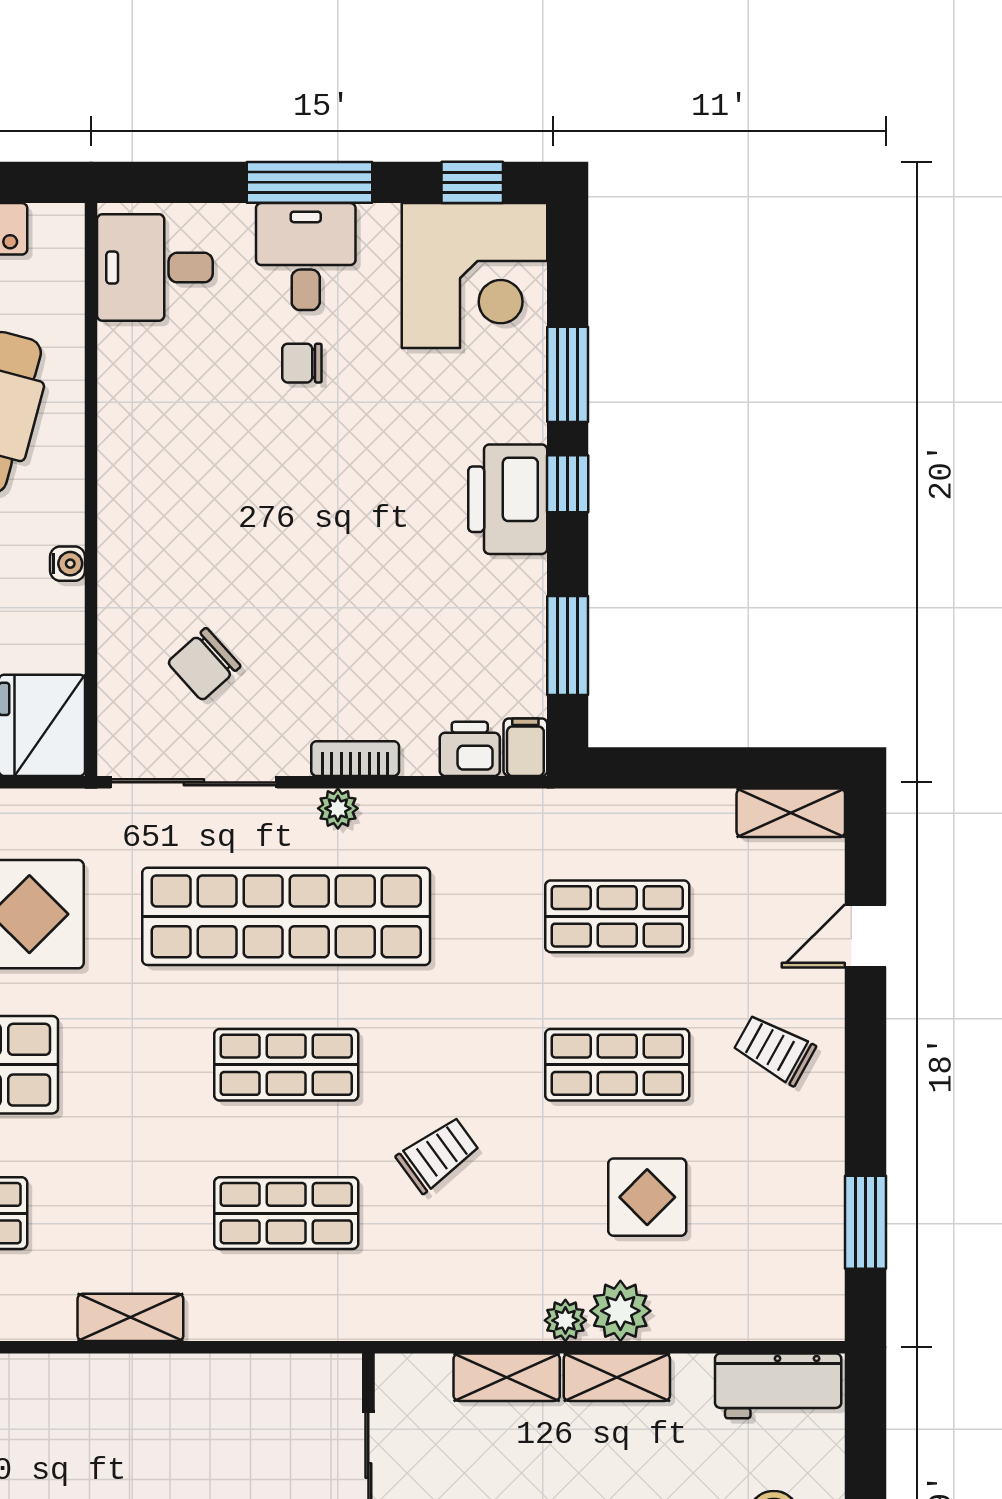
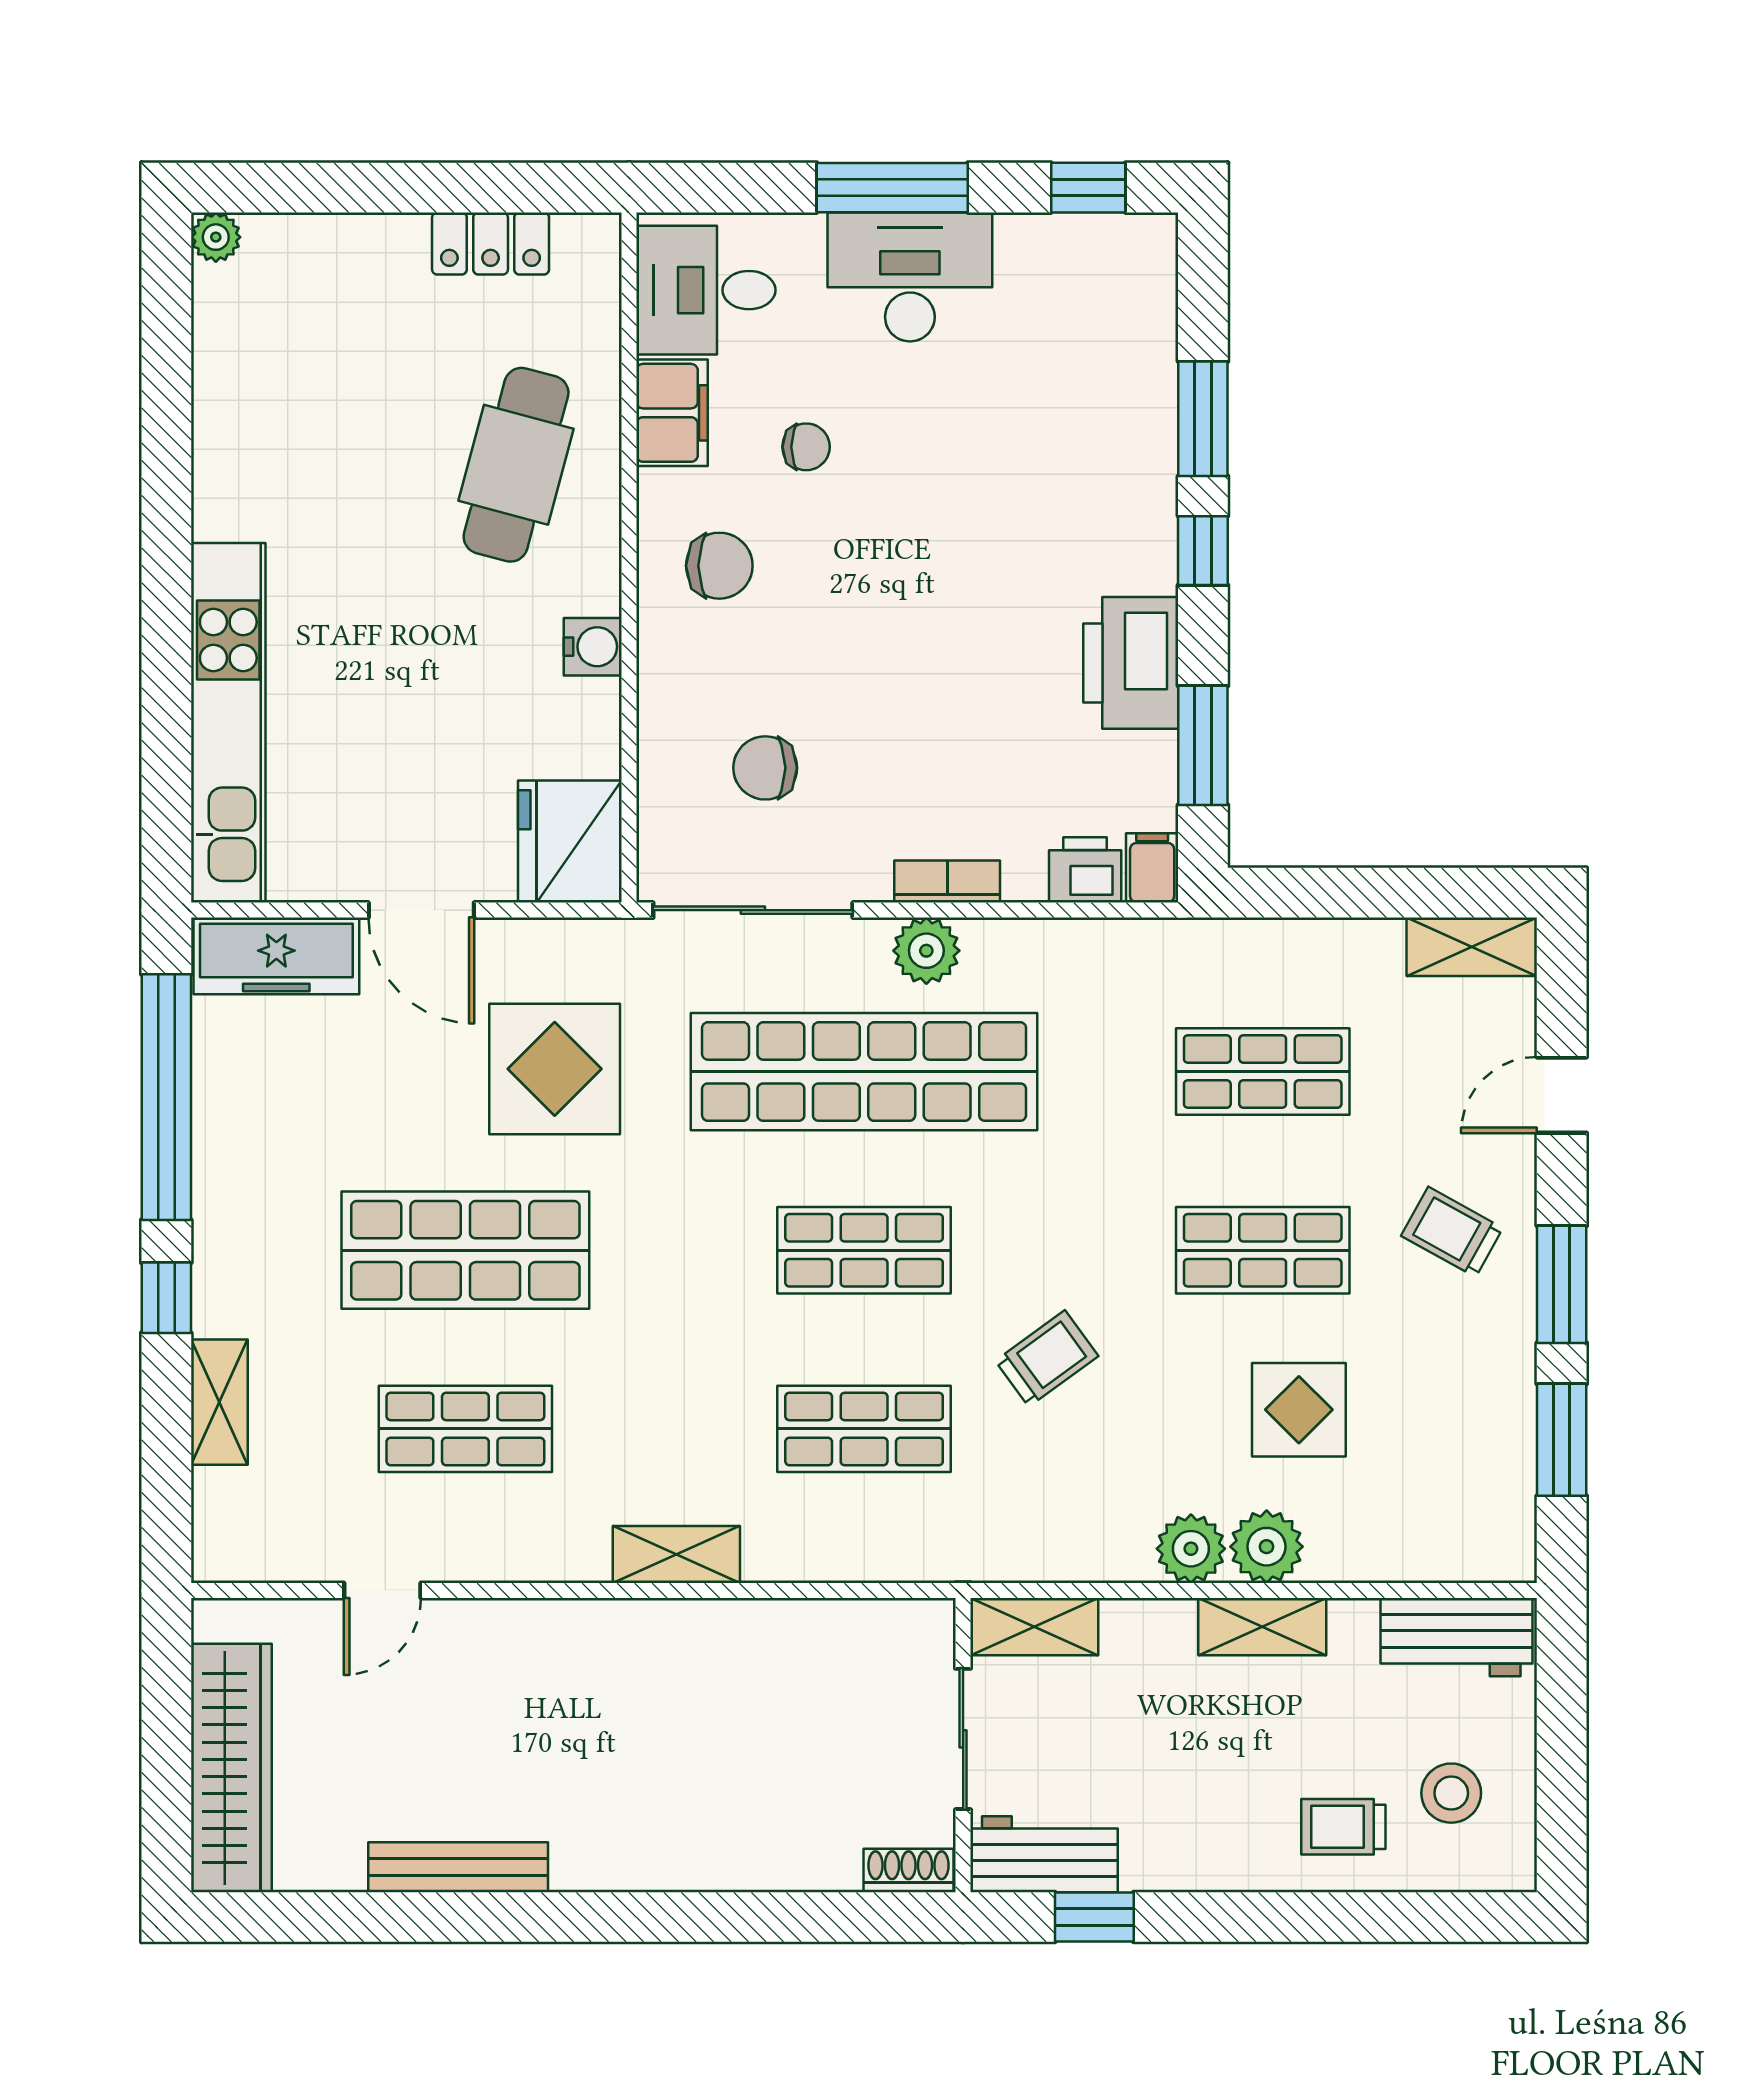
desk: (306, 257) -> (910, 277), width x1.37
corner desk: (474, 276) -> (1091, 300), removed
chair: (302, 363) -> (806, 447), moved, turned 180
filing cabinet: (127, 369) -> (672, 413), added
chair: (166, 496) -> (719, 566), added
printer: (508, 499) -> (1131, 663), moved
water cooler: (68, 564) -> (593, 647), width x1.38, depth x1.38
chair: (204, 664) -> (765, 768), turned 42
plant: (338, 808) -> (926, 951), width x1.38, depth x1.38
window: (865, 1093) -> (1562, 1284), added
plant: (565, 1320) -> (1191, 1549), width x1.38, depth x1.38
shelving: (507, 1377) -> (1034, 1627), moved

